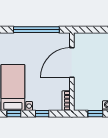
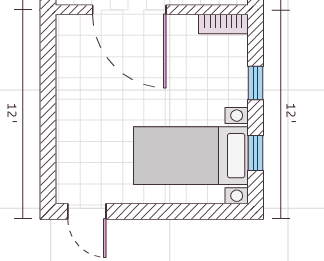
window: (36, 30) -> (48, 97), removed

